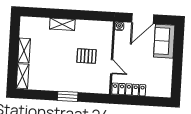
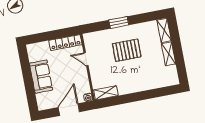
shelving: (62, 24) -> (106, 93), moved
sofa: (164, 41) -> (41, 77), moved
pallet: (86, 56) -> (127, 50), moved, width x1.50, depth x1.42

